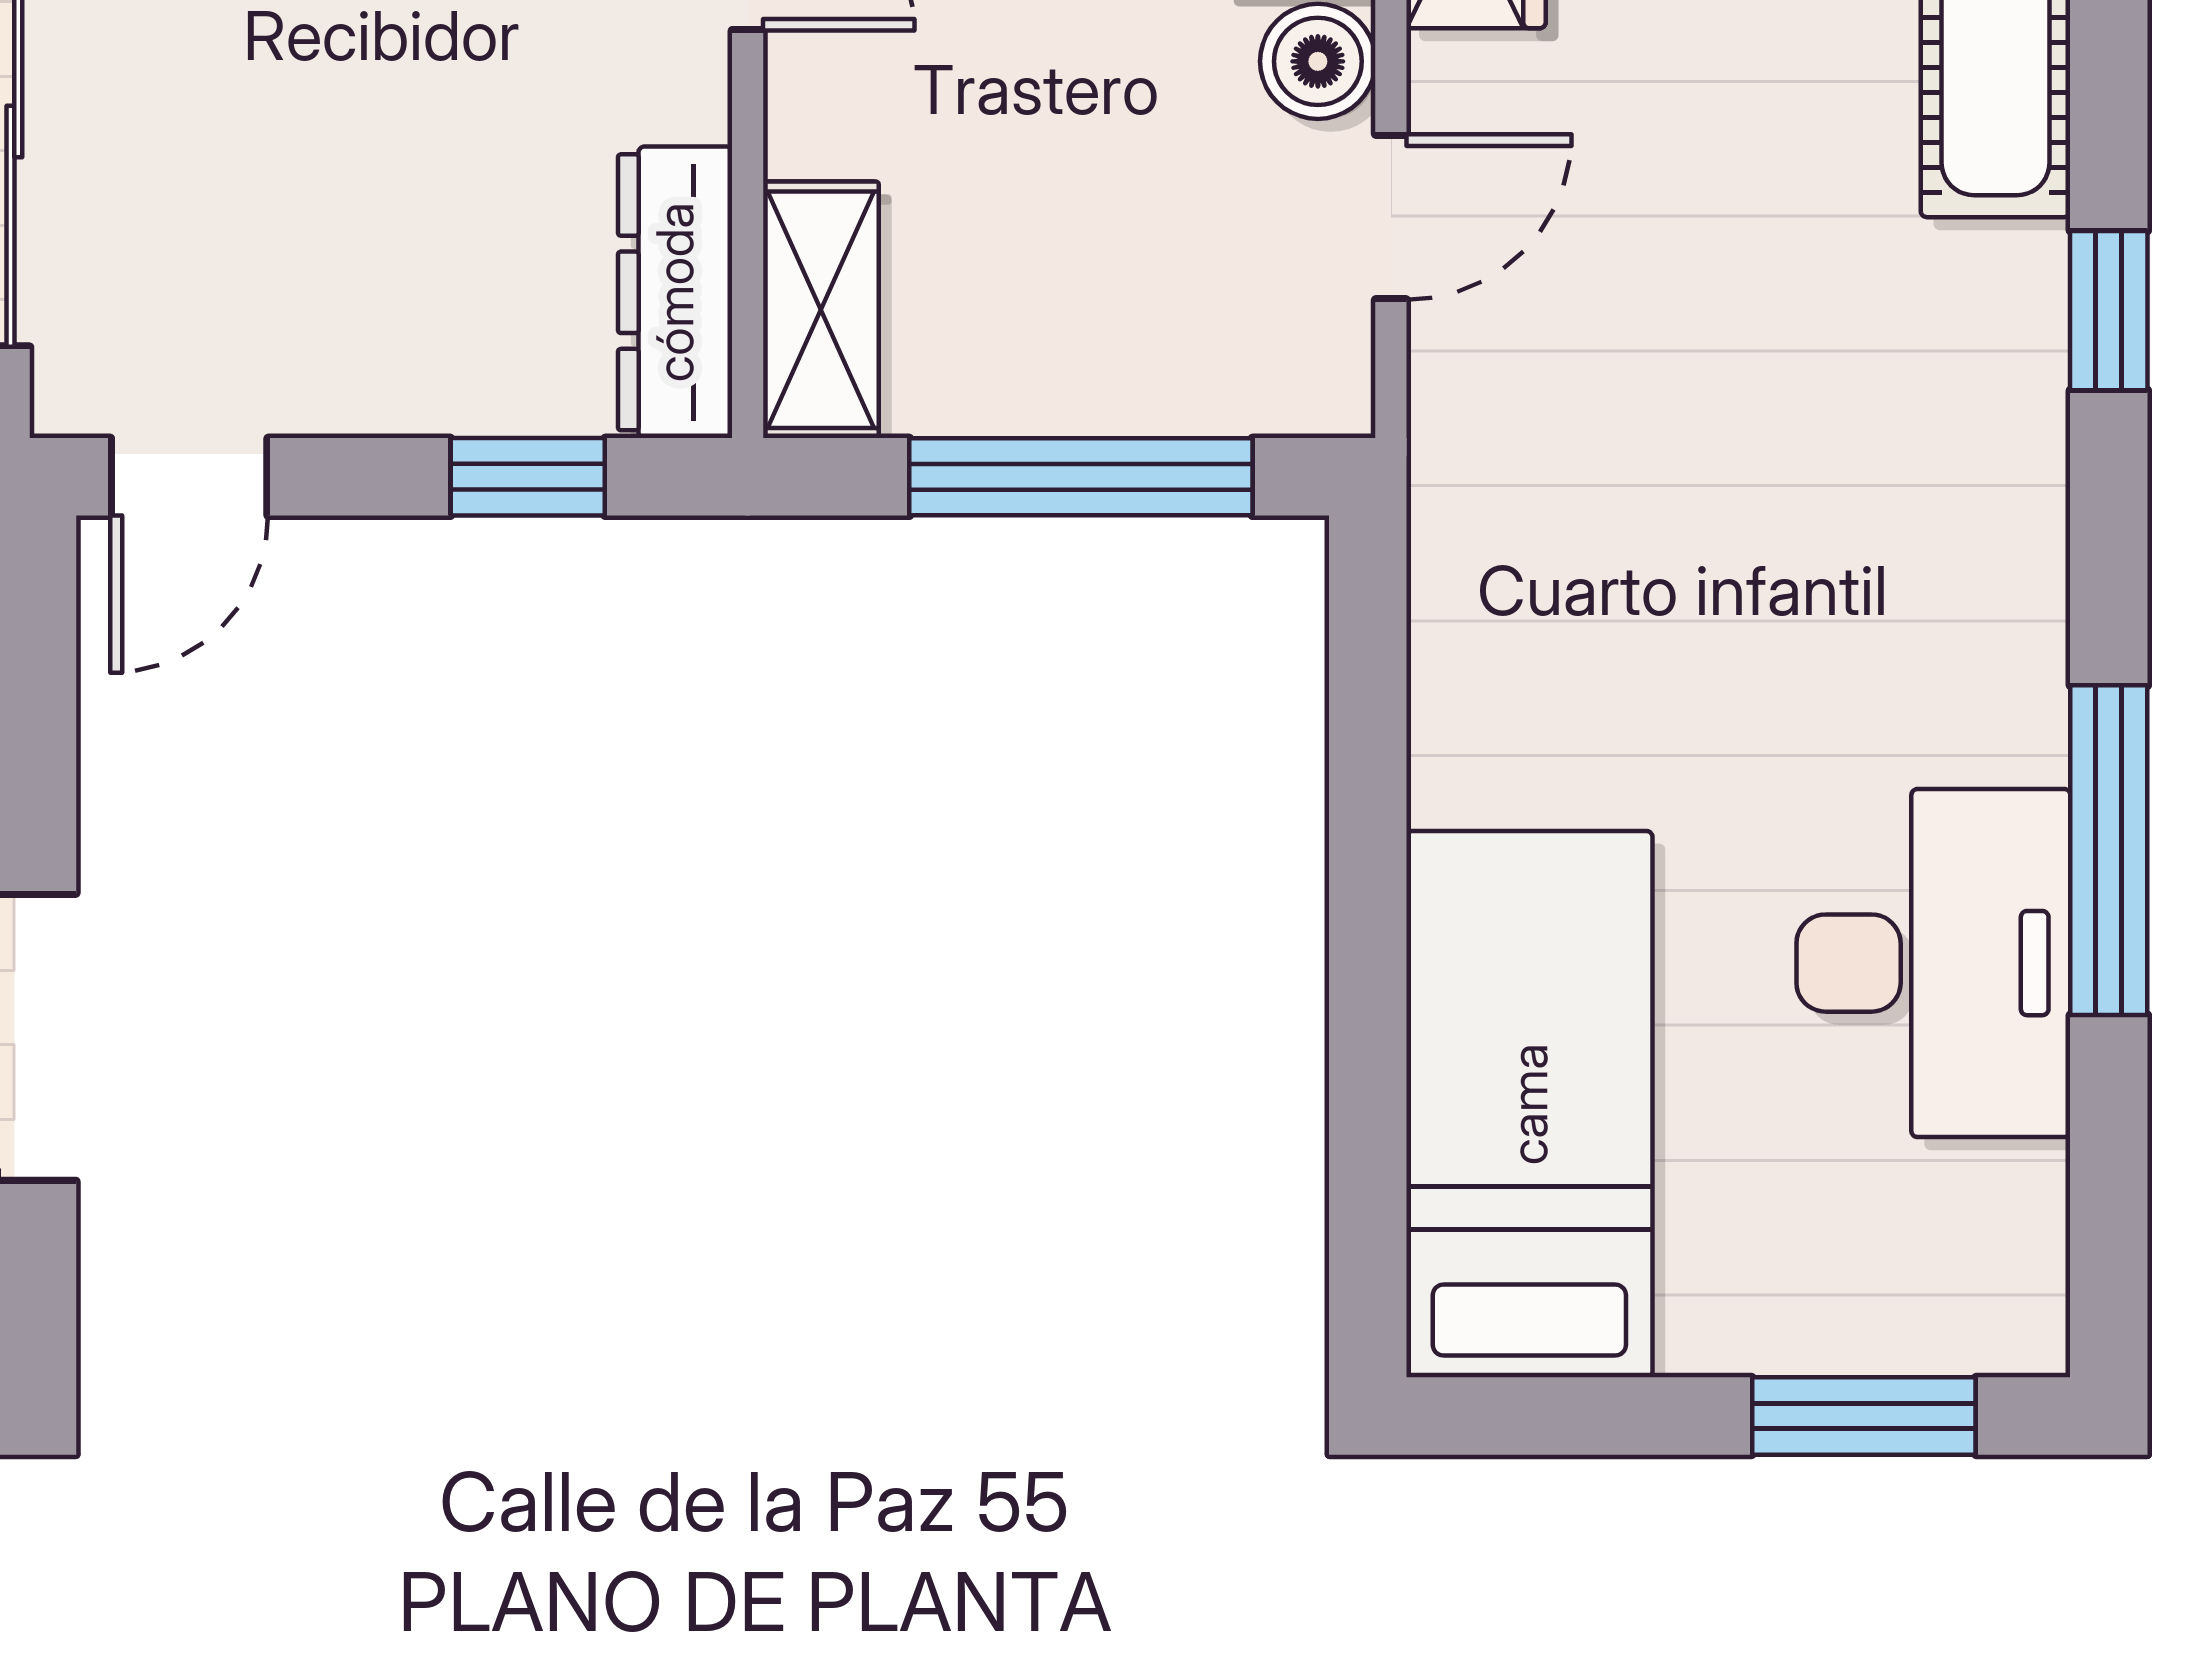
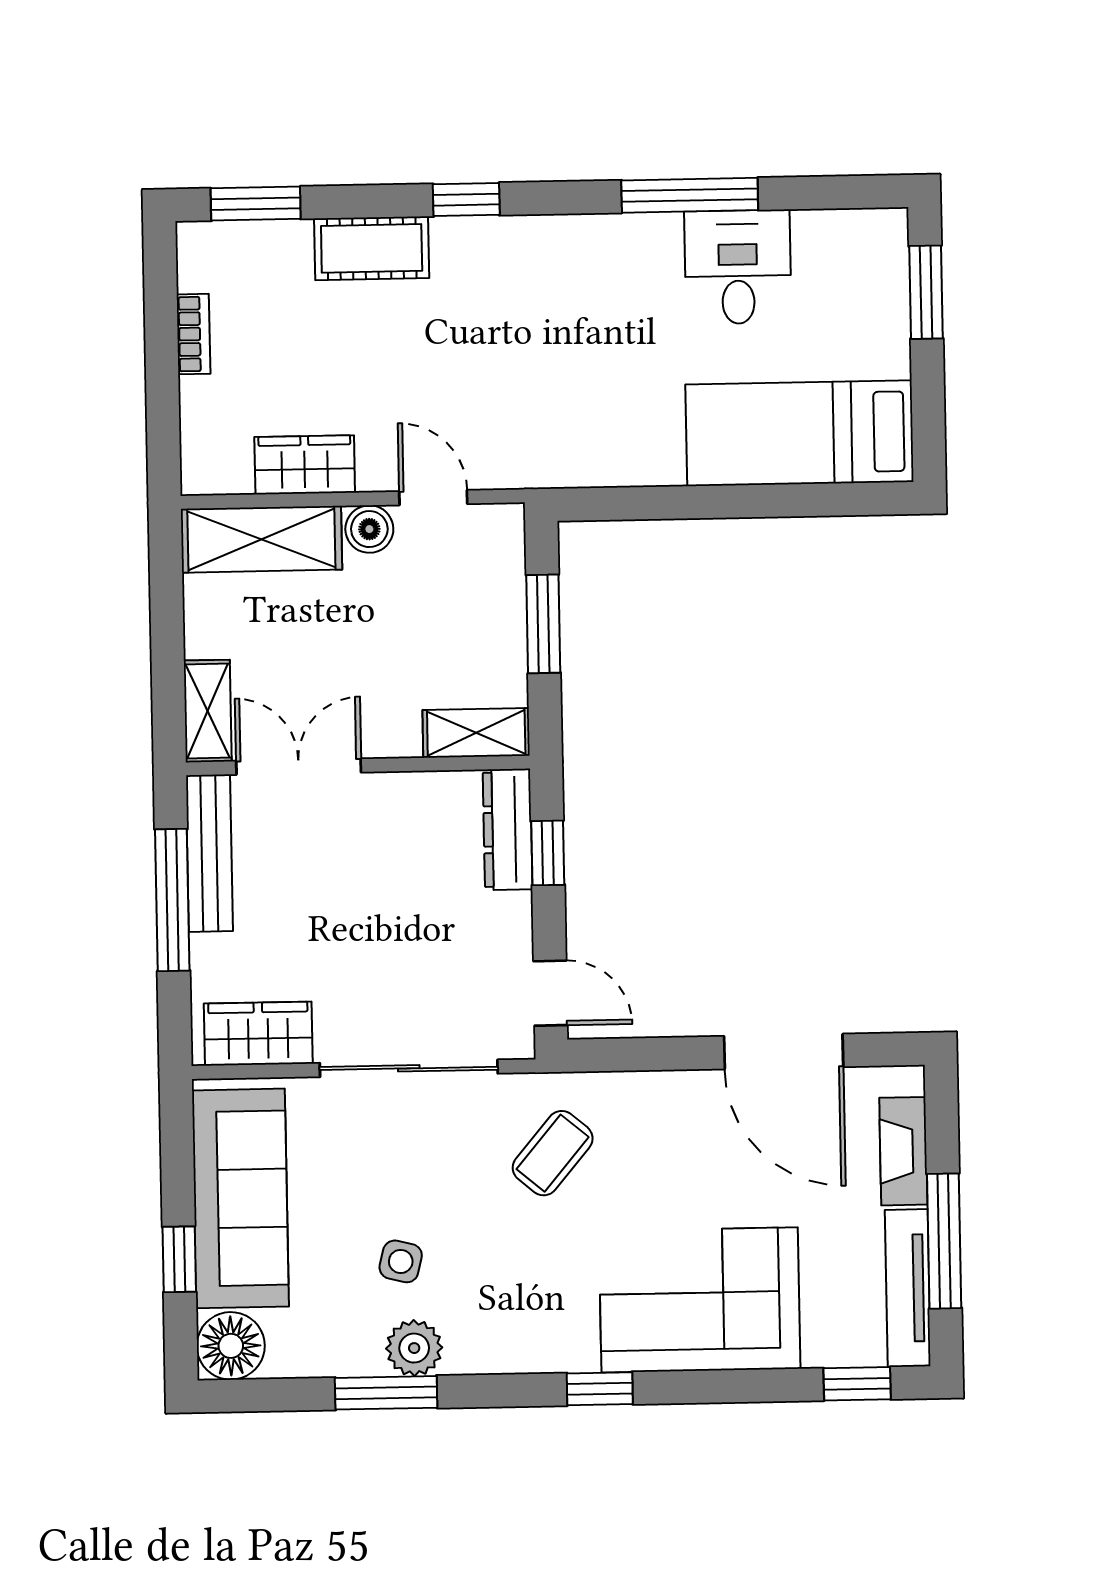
dresser: (675, 292) -> (508, 829), moved, turned 90
window: (1081, 477) -> (543, 624), width x0.69
desk: (1933, 963) -> (738, 267), width x0.73

